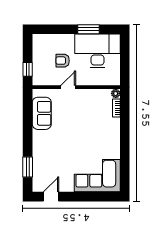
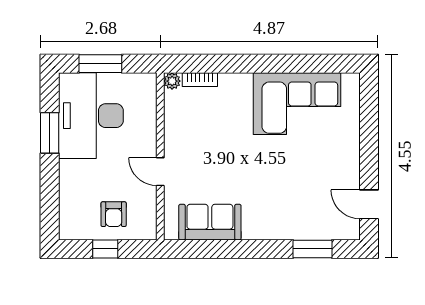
window: (125, 56) -> (100, 64), added
armchair: (63, 61) -> (114, 214), moved
window: (28, 69) -> (105, 249), moved
corner sofa: (97, 176) -> (297, 104), moved, turned -90

